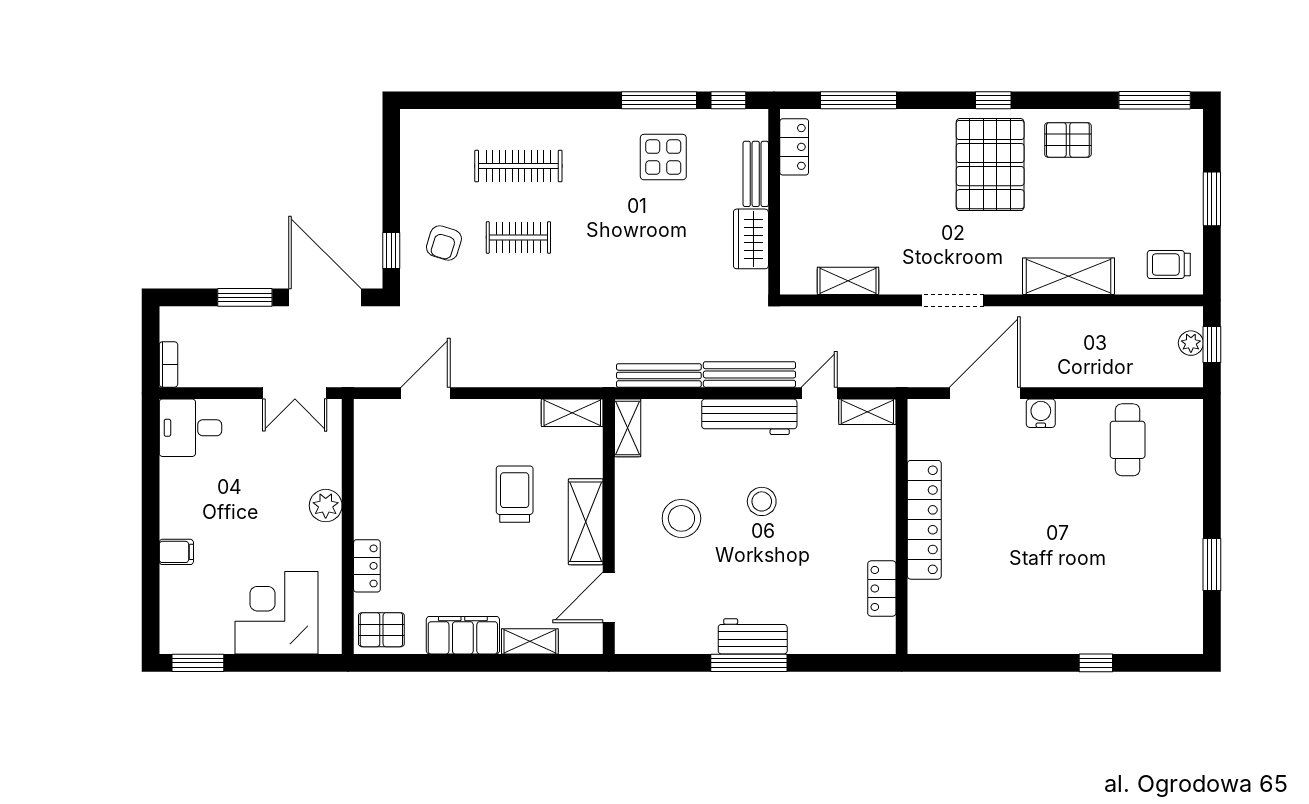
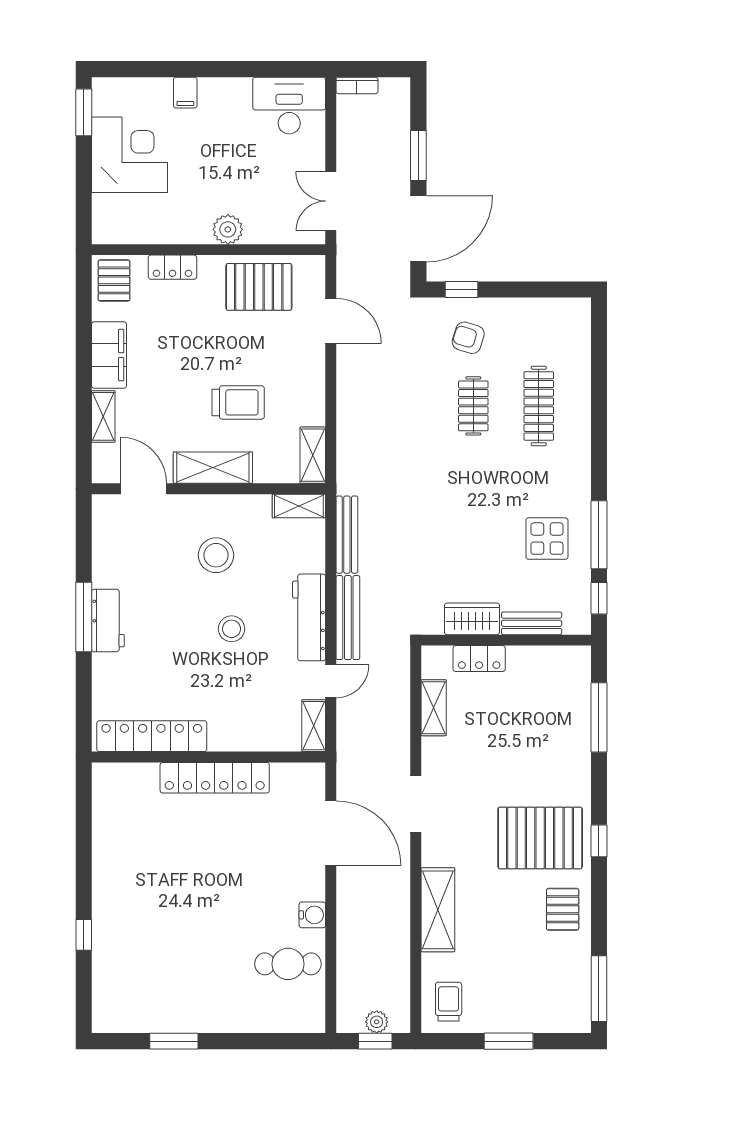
locker: (794, 147) -> (479, 659), moved
door: (819, 393) -> (331, 681), hinge flipped
water cooler: (1041, 413) -> (312, 915), moved
desk: (190, 428) -> (289, 106), width x1.37
pallet: (388, 472) -> (259, 287), added
locker: (882, 588) -> (152, 736), width x2.16, depth x1.21
corner desk: (277, 613) -> (130, 155), moved

